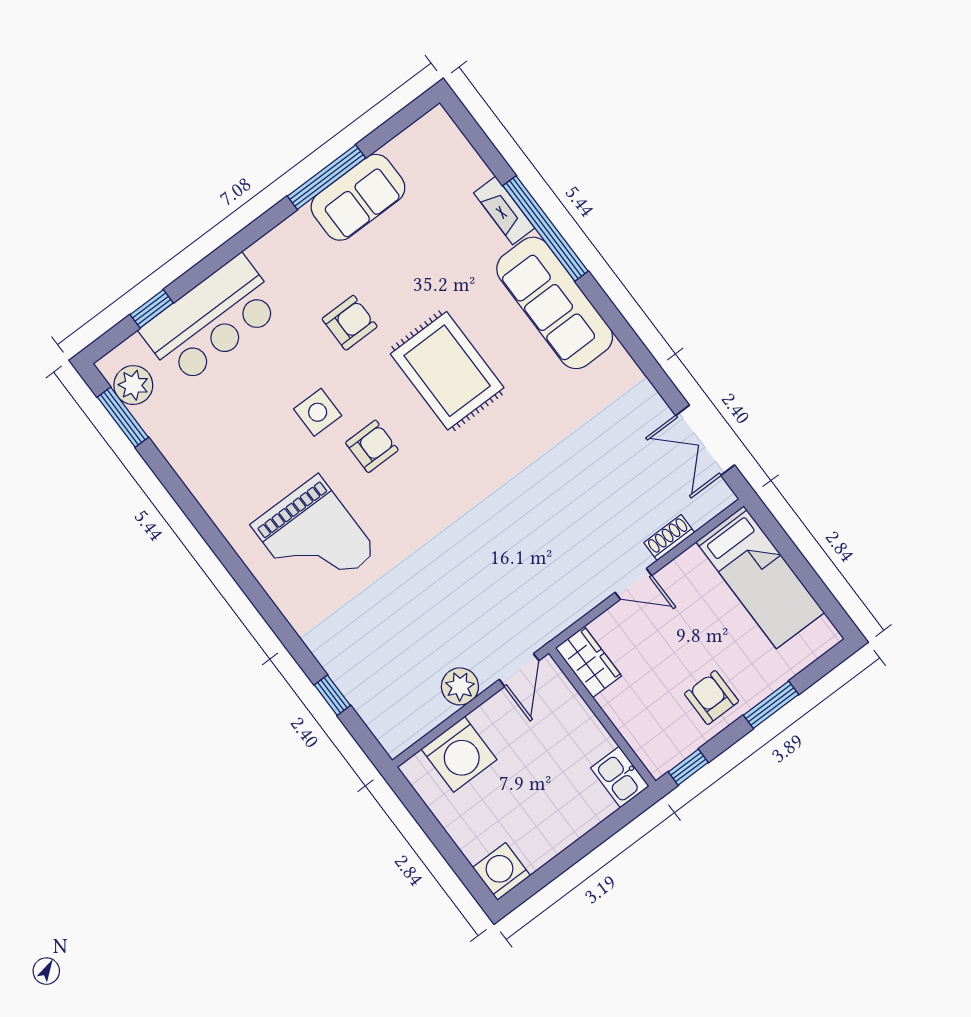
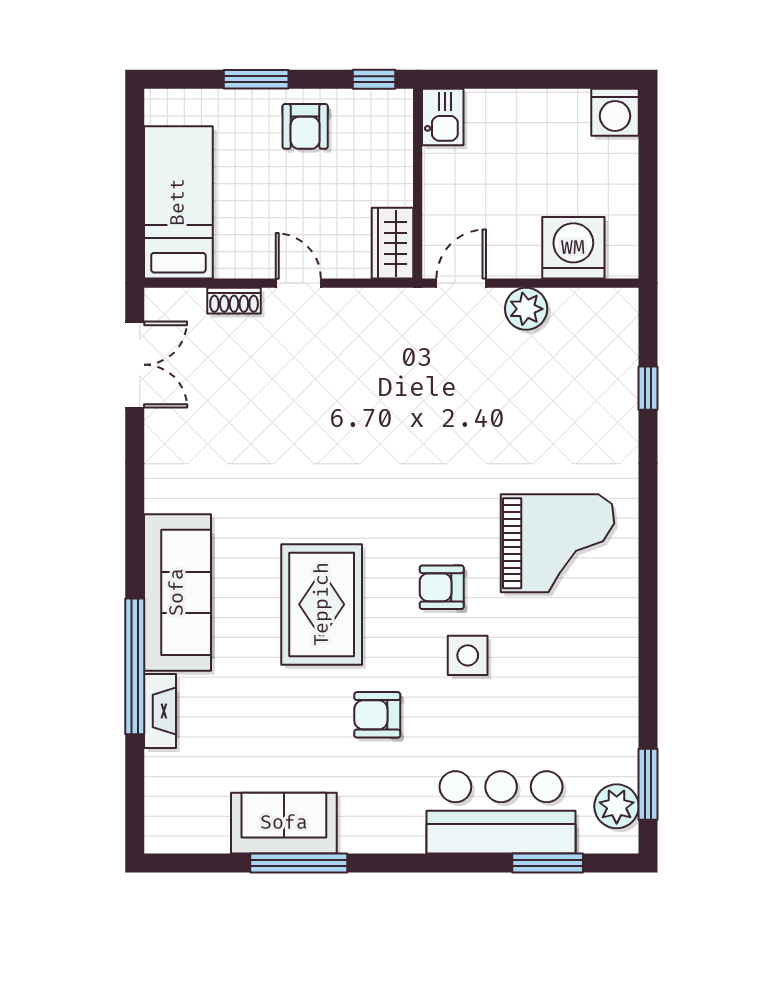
window: (152, 309) -> (548, 863), width x1.50
grand piano: (314, 538) -> (557, 543), turned 90

